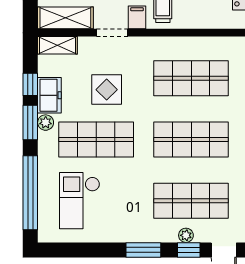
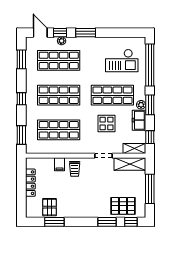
filing cabinet: (137, 17) -> (59, 164), moved
window: (30, 84) -> (150, 137), moved
checkout: (80, 201) -> (122, 61), turned 90

